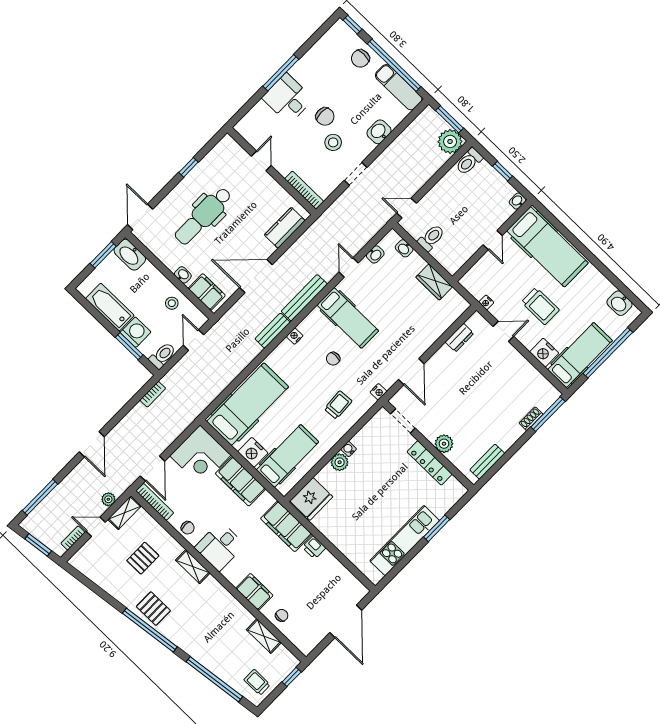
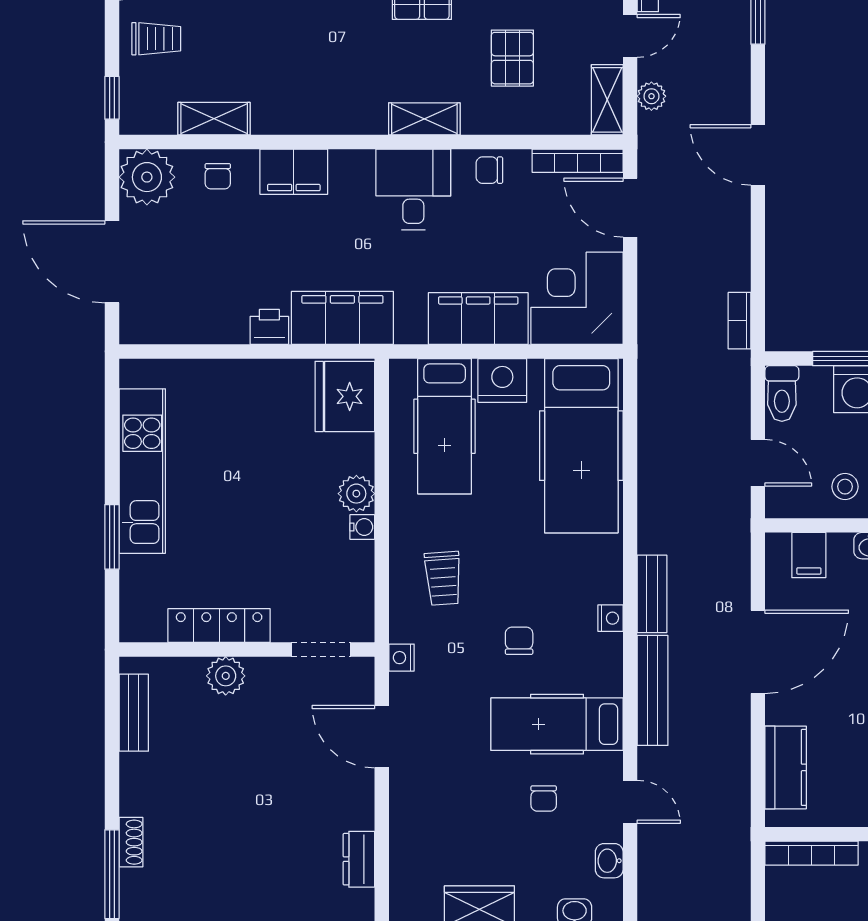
filing cabinet: (207, 292) -> (809, 555), width x0.50
chair: (377, 297) -> (544, 798), added
plant: (306, 639) -> (147, 177), added

